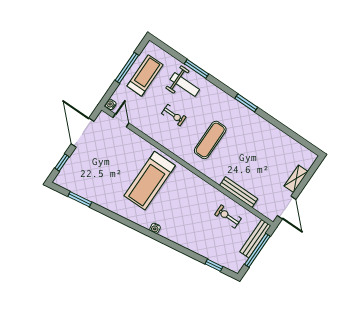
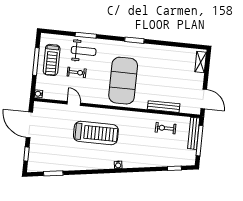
treadmill: (145, 75) -> (52, 60), turned 180
exercise bike: (174, 115) -> (77, 72), moved
door: (121, 120) -> (74, 103), moved
exercise mat: (210, 140) -> (123, 81), width x2.00, depth x1.45
shelving: (296, 179) -> (201, 62), moved
treadmill: (150, 181) -> (96, 133), turned -90

